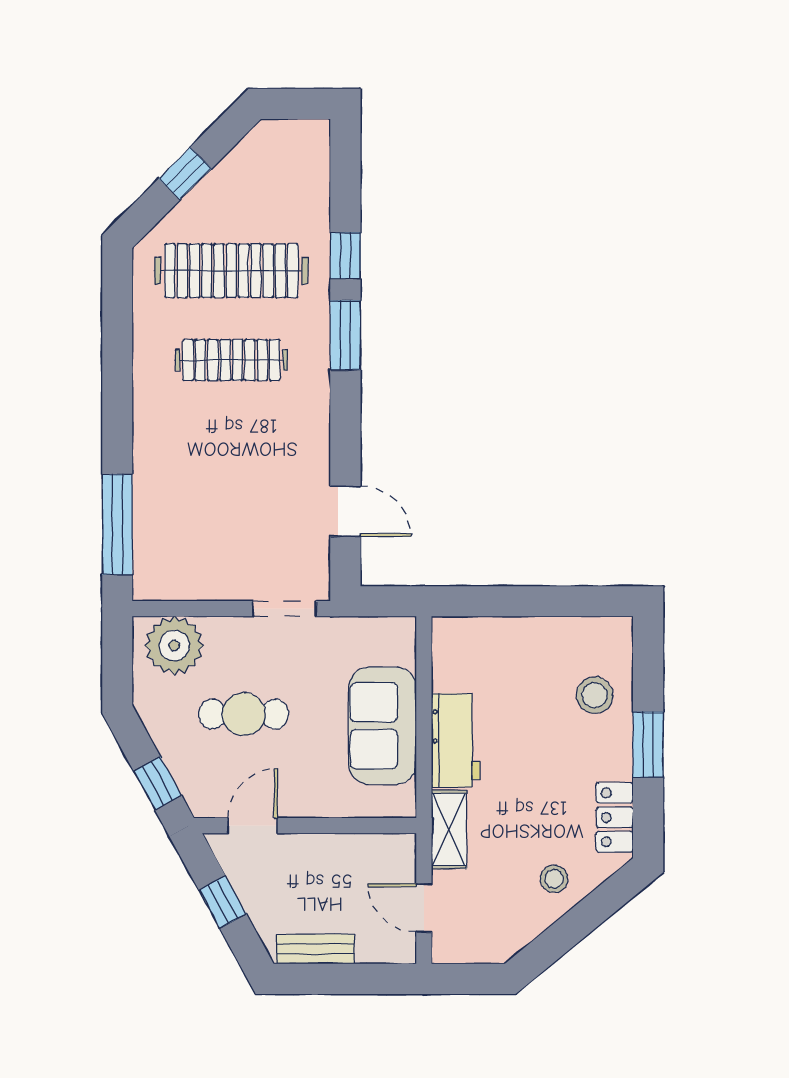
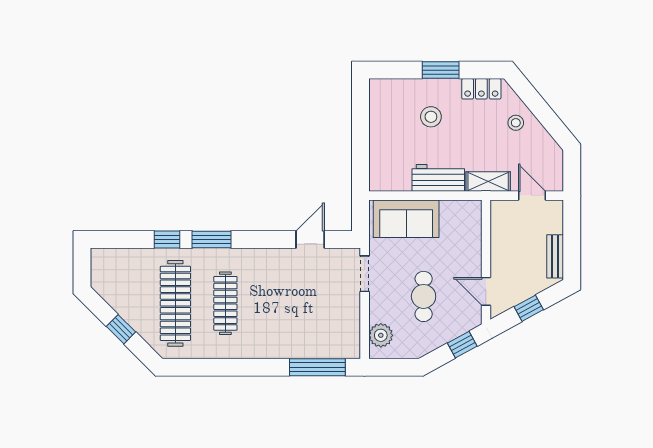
plant: (174, 645) -> (381, 335), width x0.73, depth x0.73
stool: (595, 695) -> (431, 117), moved
sofa: (383, 726) -> (406, 219), moved
door: (424, 908) -> (532, 196), swing flipped

